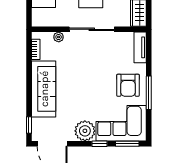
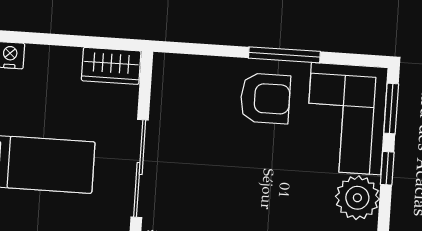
tv unit: (140, 47) -> (186, 67), removed

